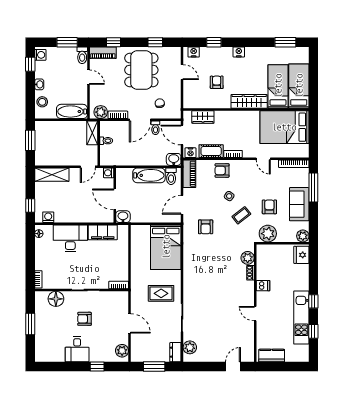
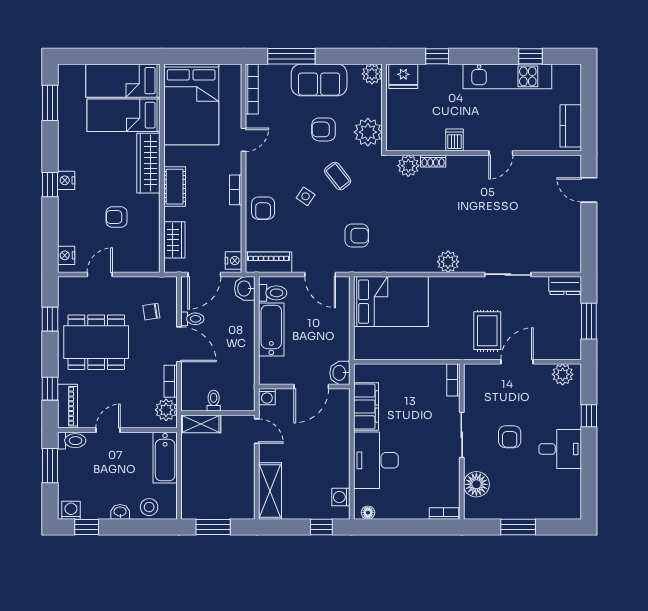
window: (214, 42) -> (50, 185), moved
cot: (211, 151) -> (175, 187), moved
rug: (161, 293) -> (487, 331), moved
window: (313, 301) -> (437, 56), moved
plant: (190, 347) -> (448, 262), moved

